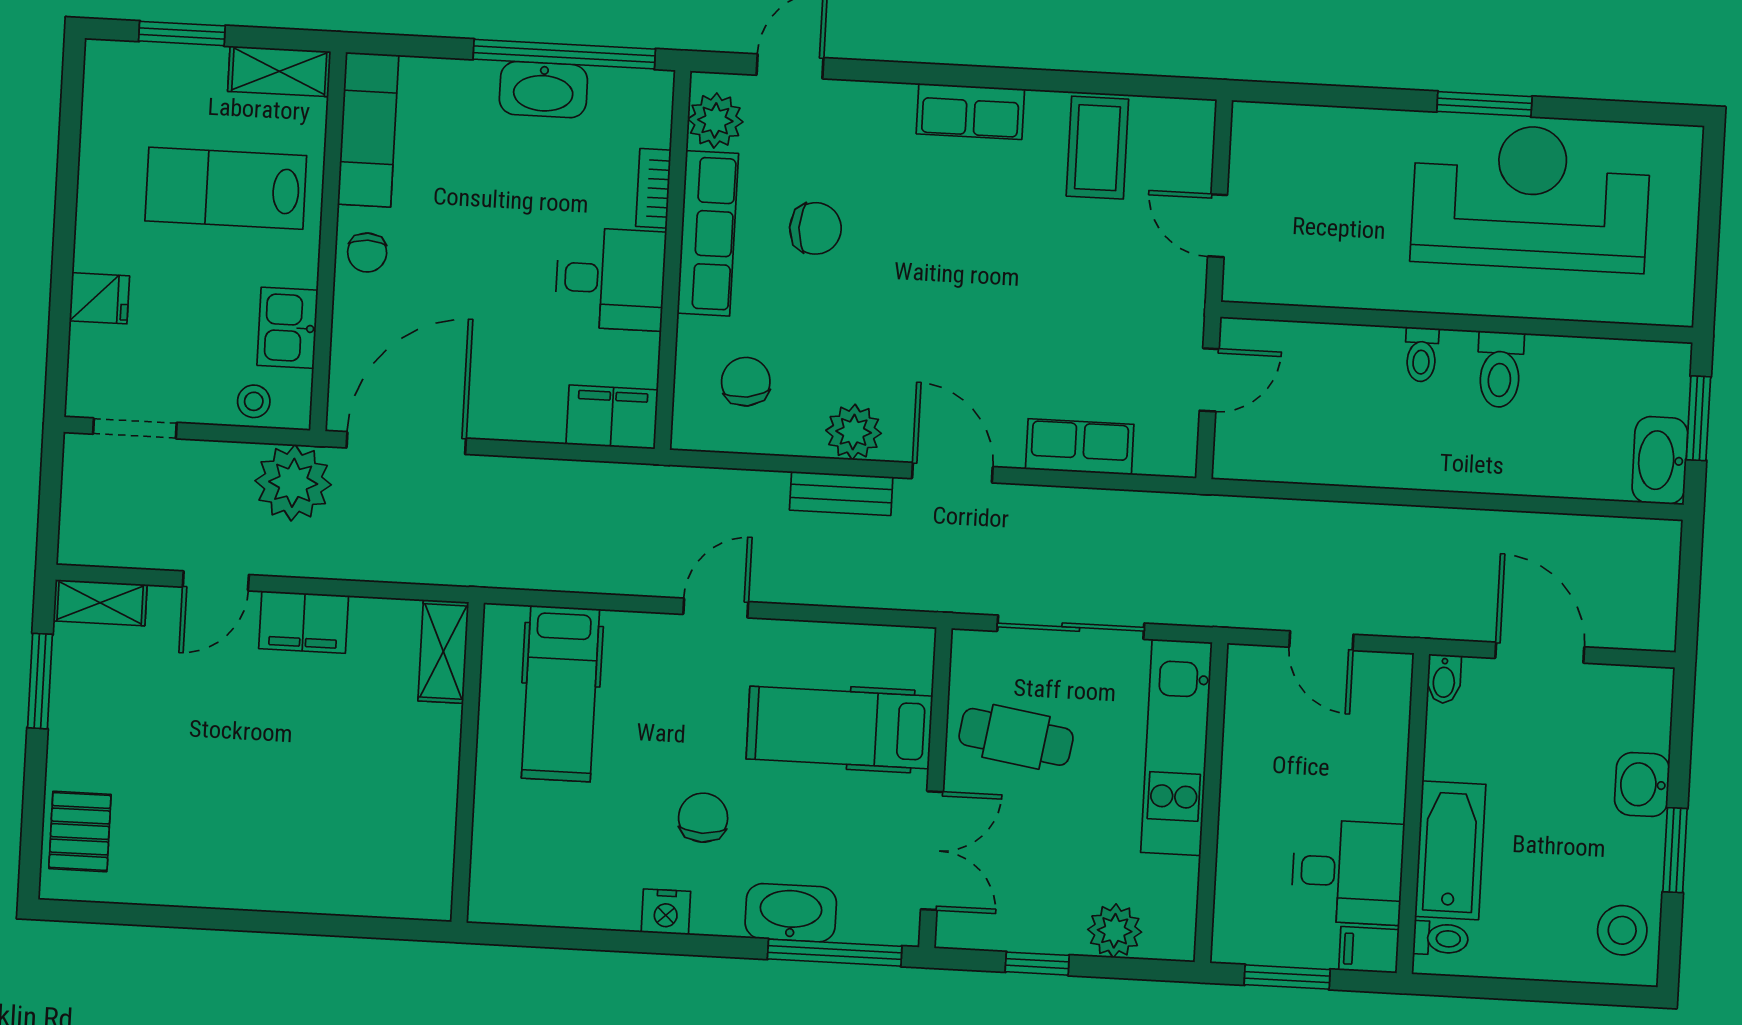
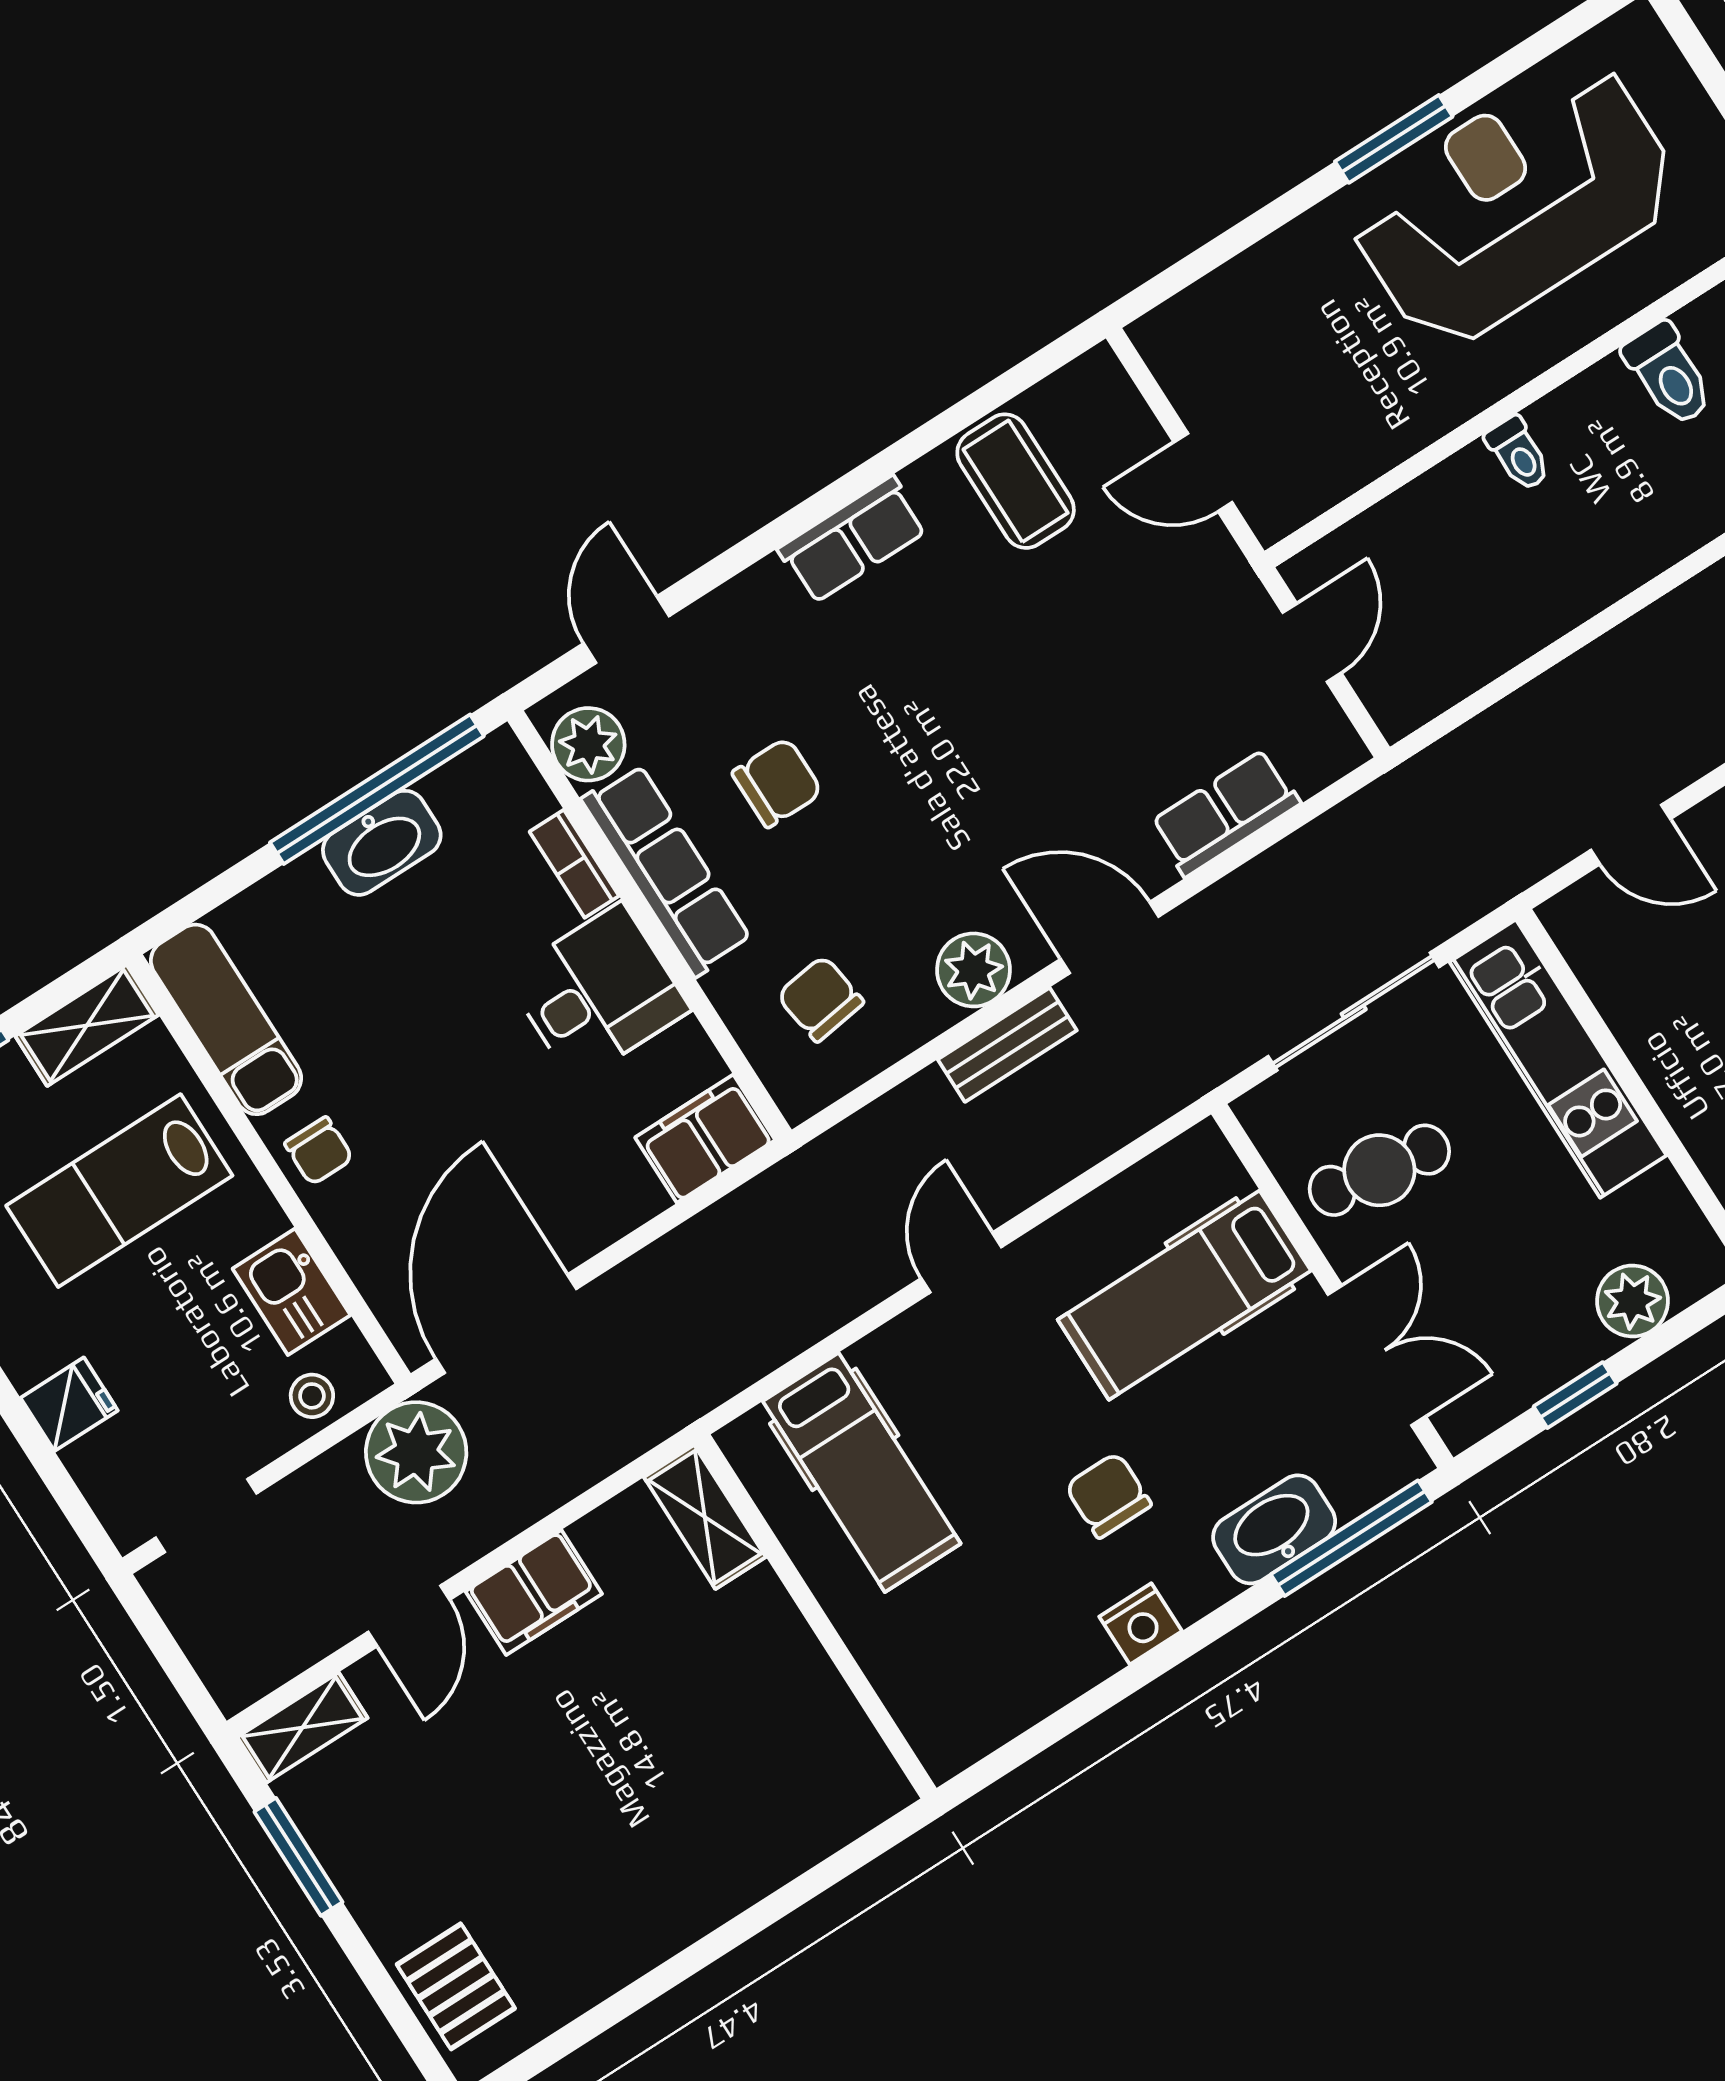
toilet: (1500, 370) -> (1669, 374), moved

